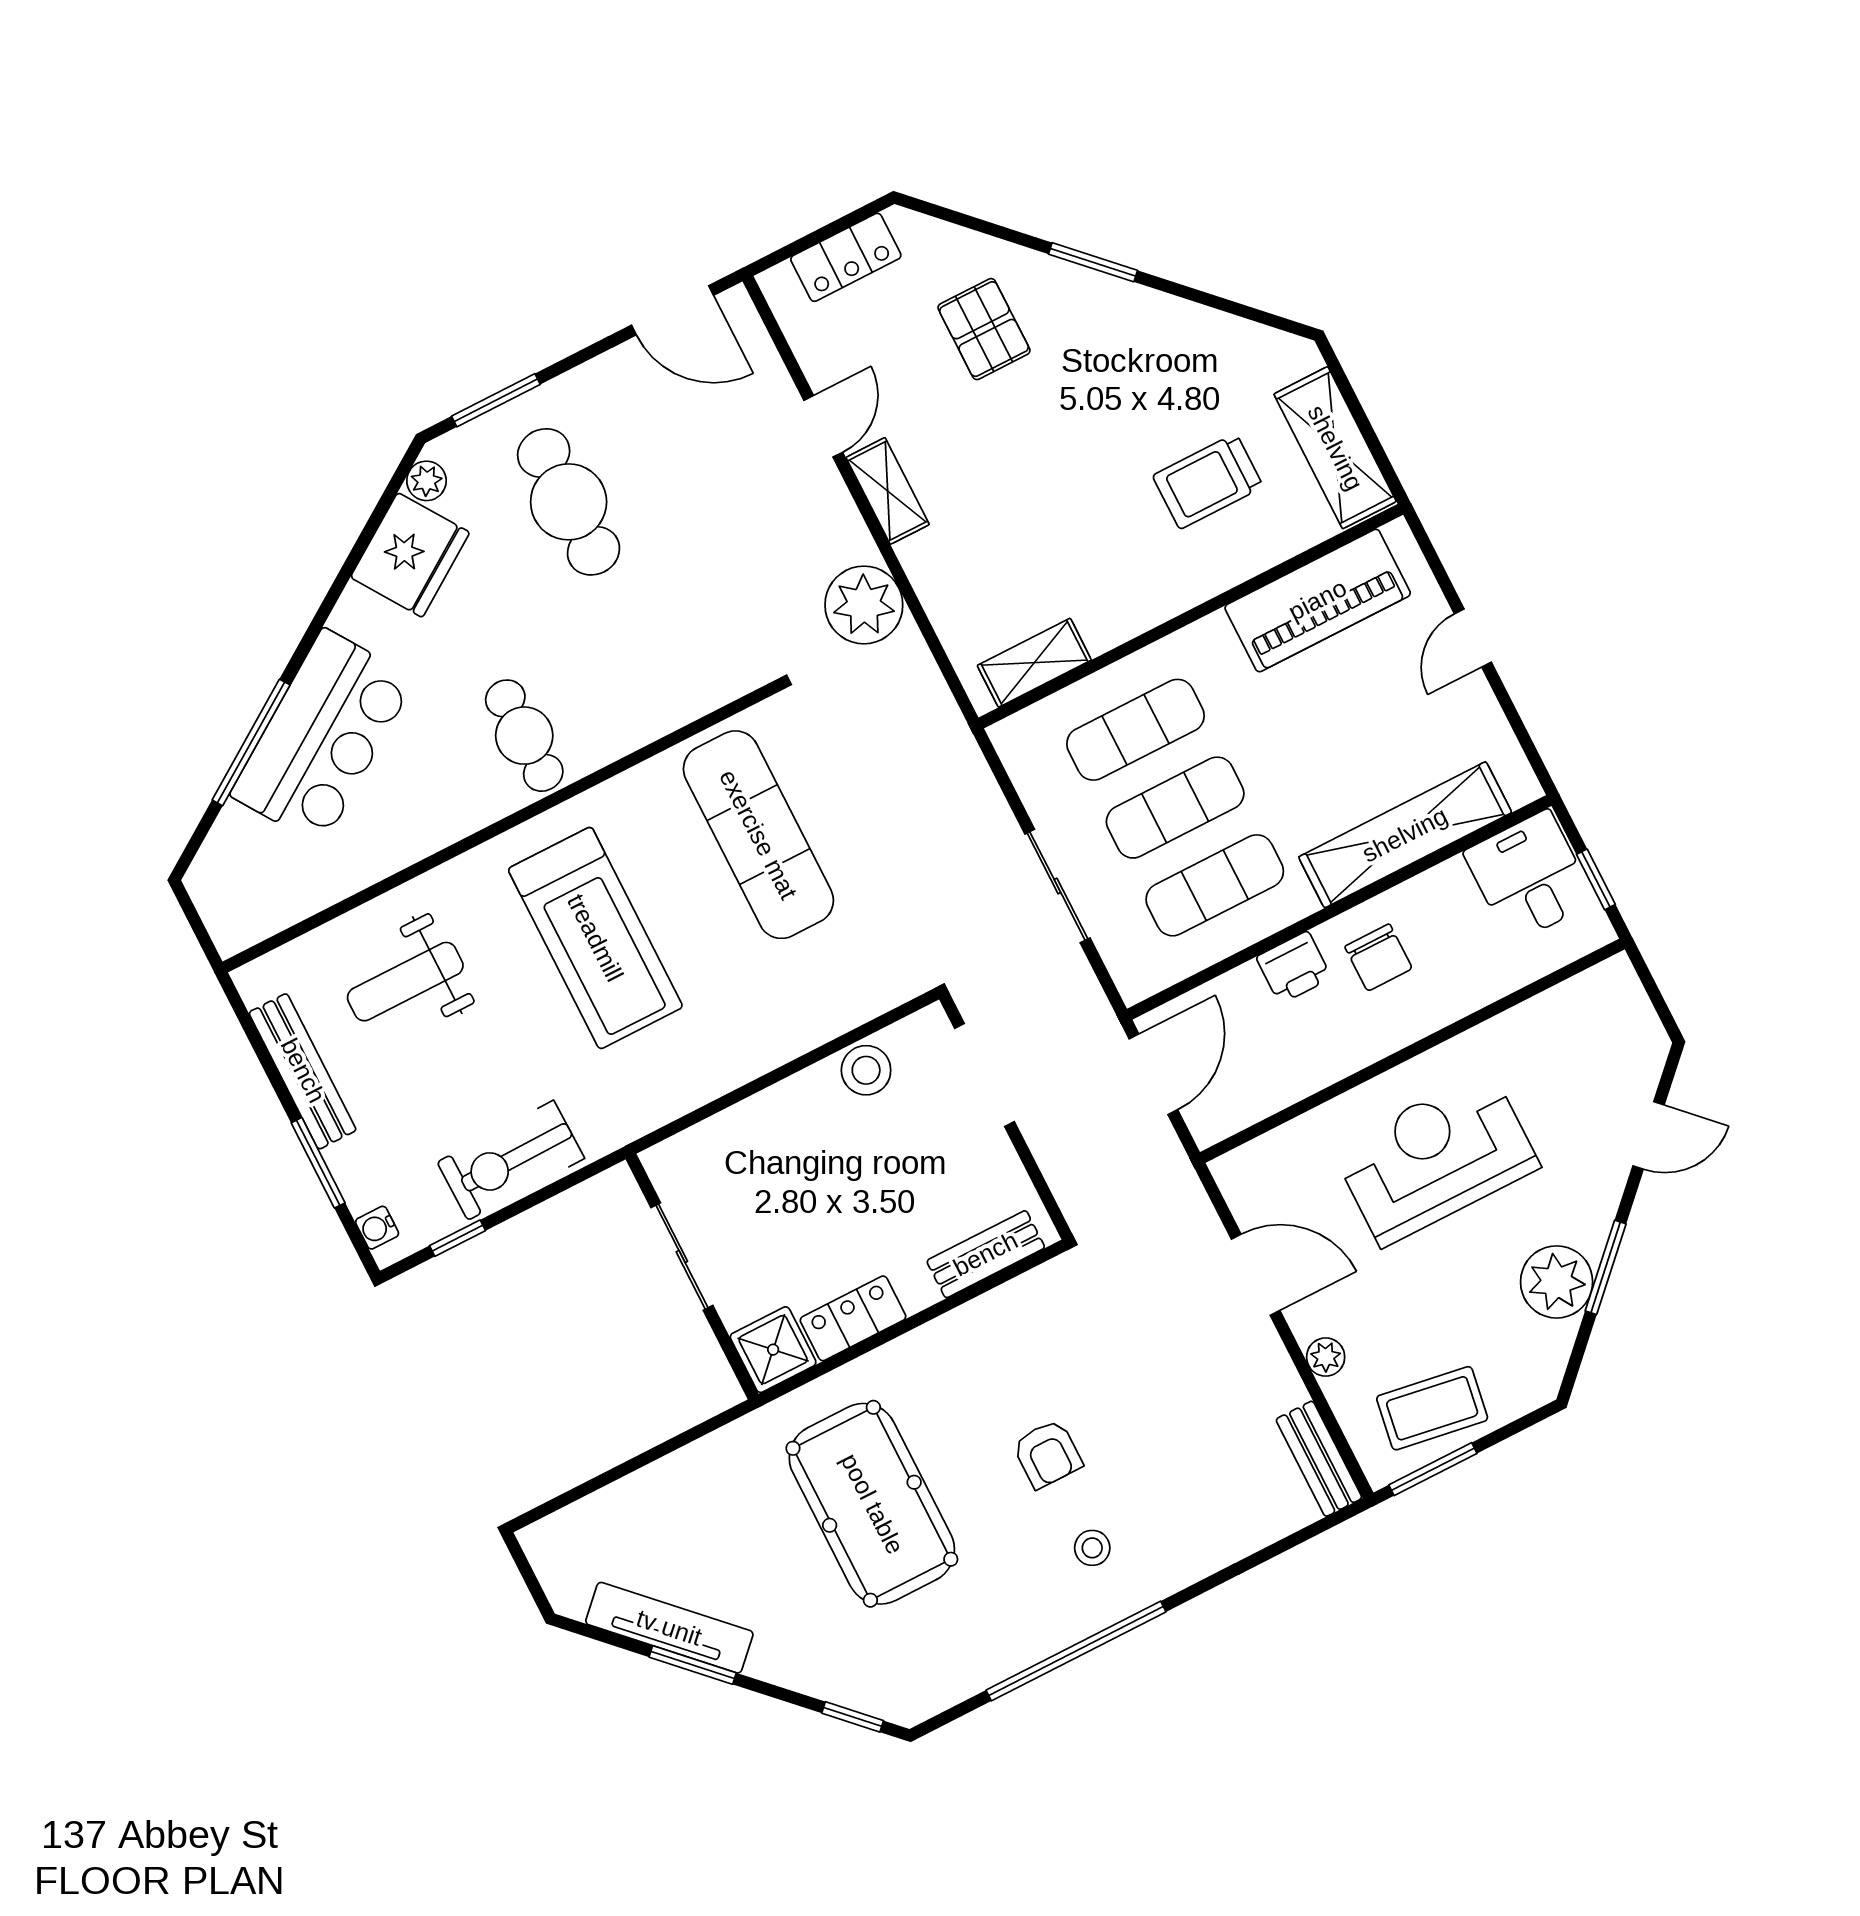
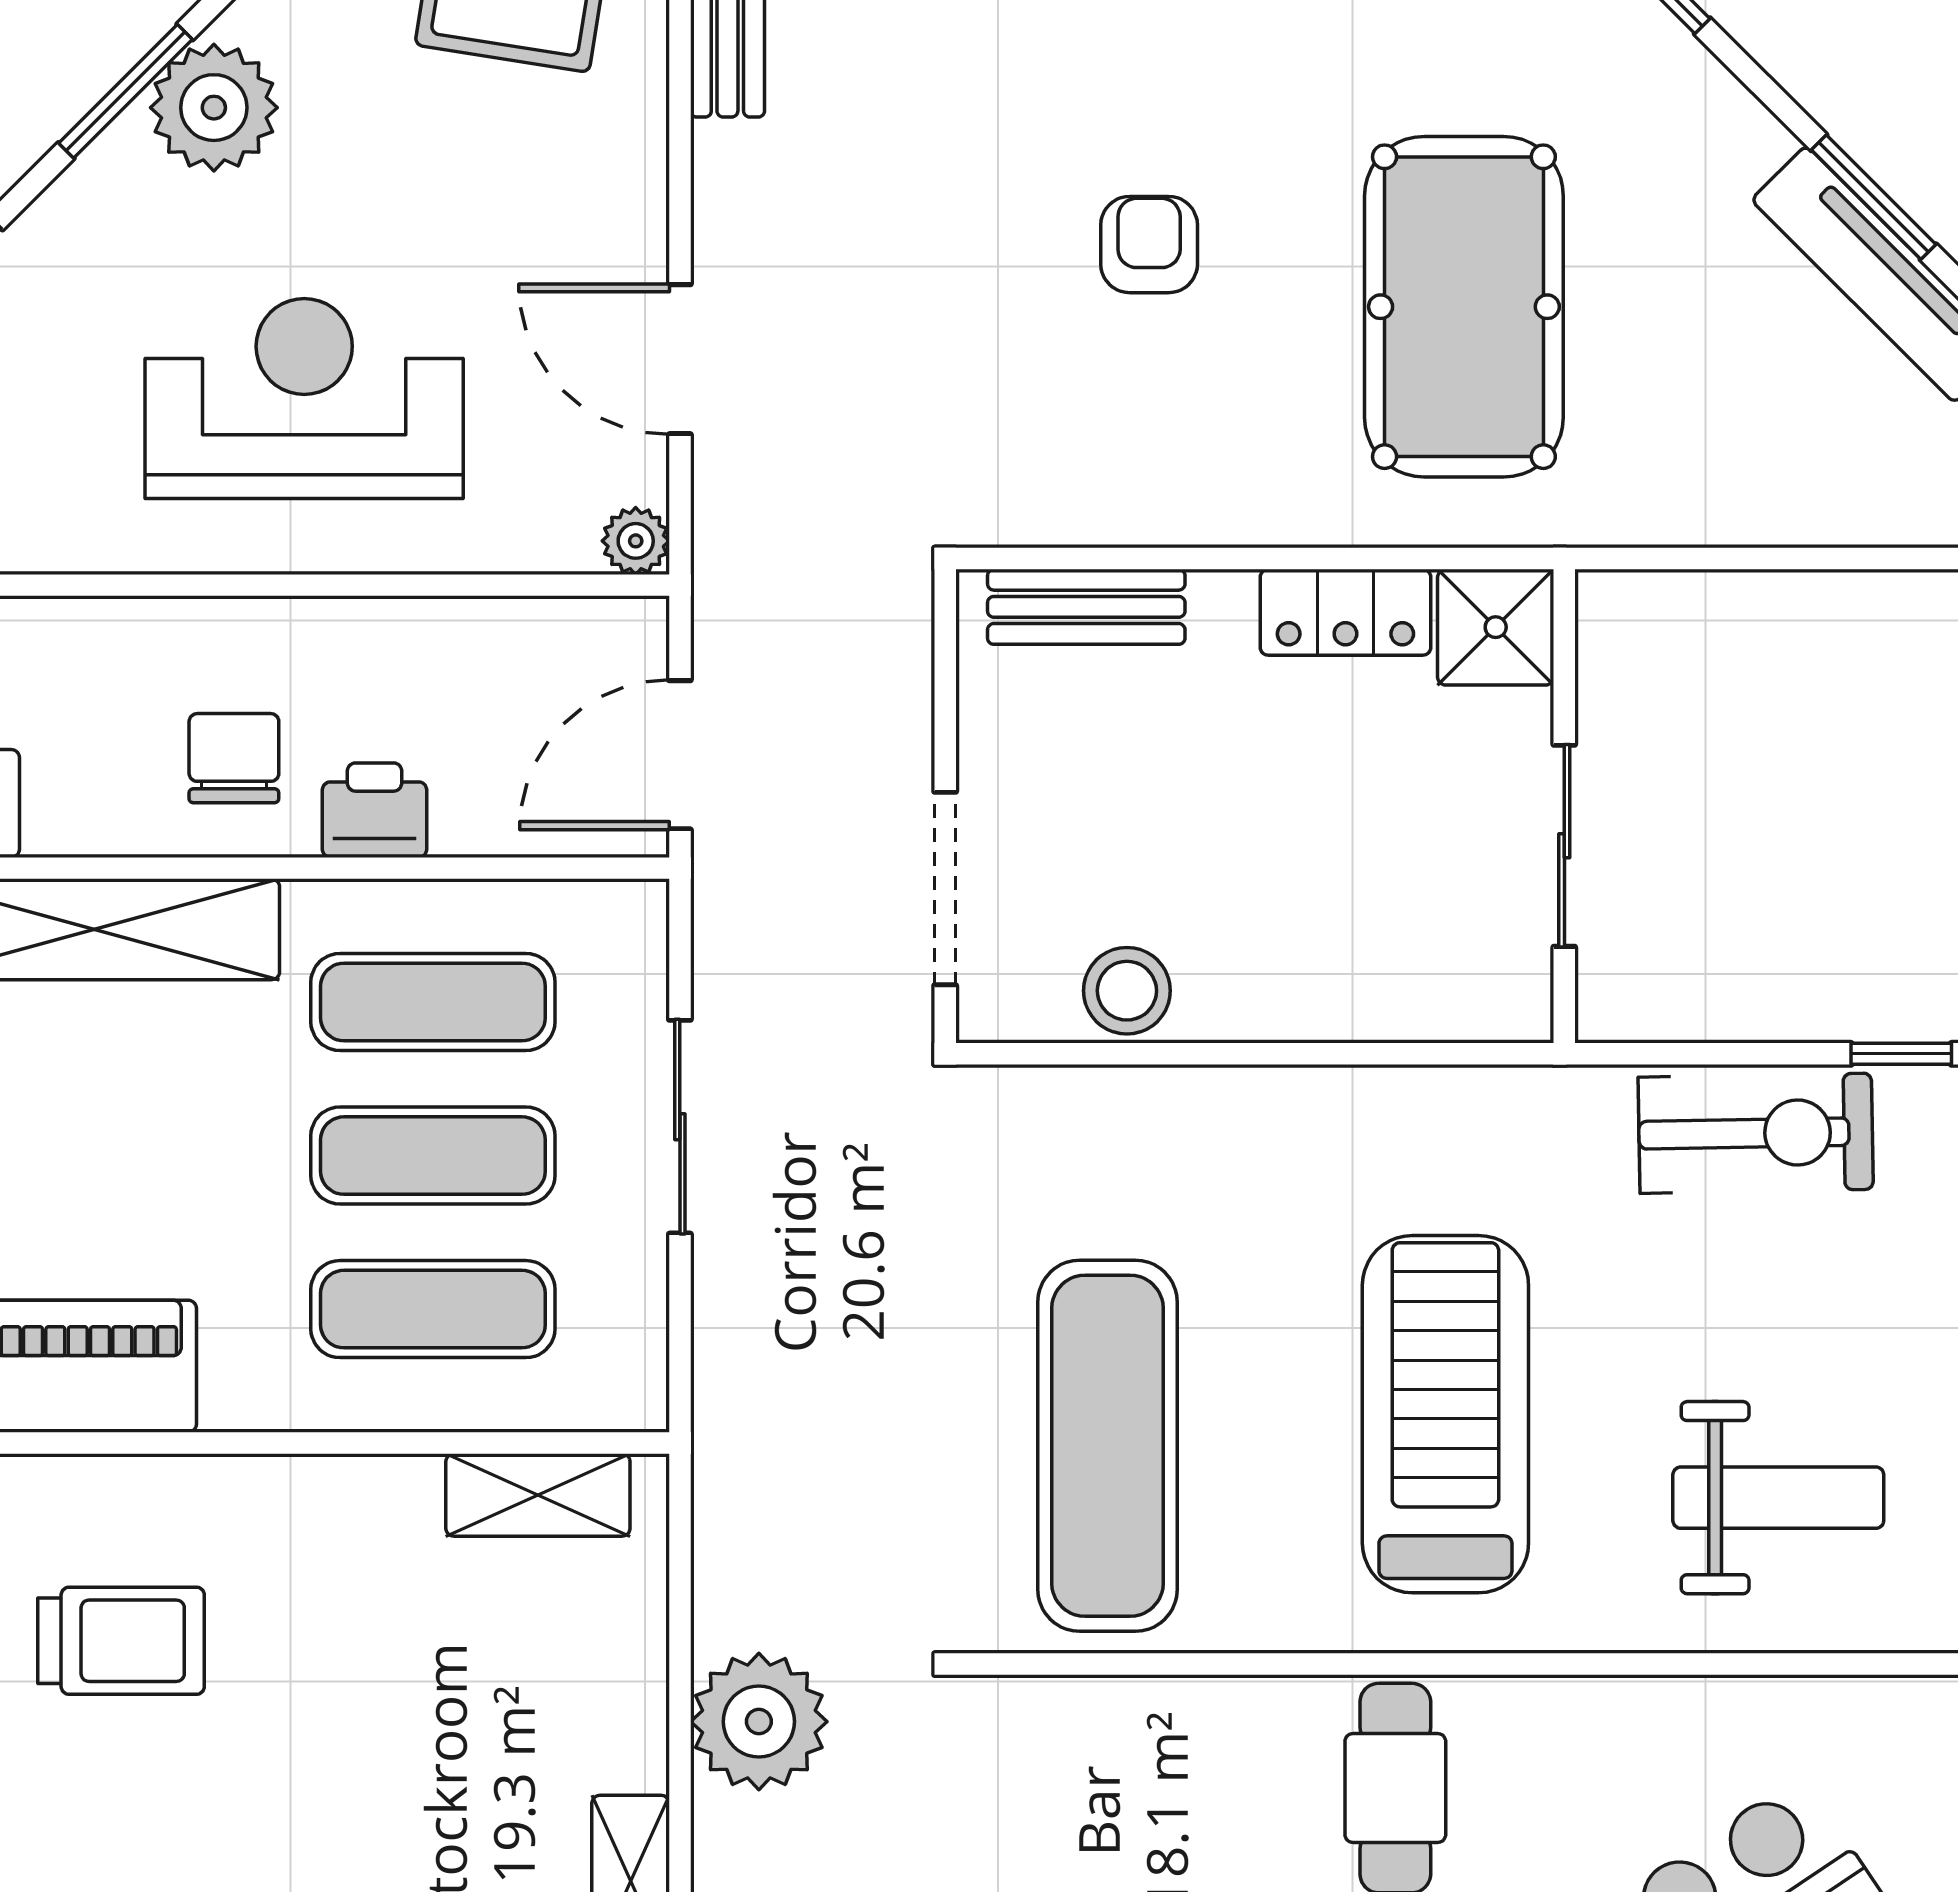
reception desk: (1436, 1158) -> (304, 399), turned 180
plant: (1326, 1357) -> (636, 541), moved
stool: (1092, 1548) -> (1154, 62), removed

